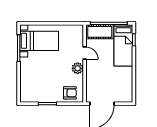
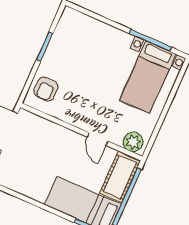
door: (85, 53) -> (97, 139), hinge flipped
plant: (78, 68) -> (133, 142), moved

